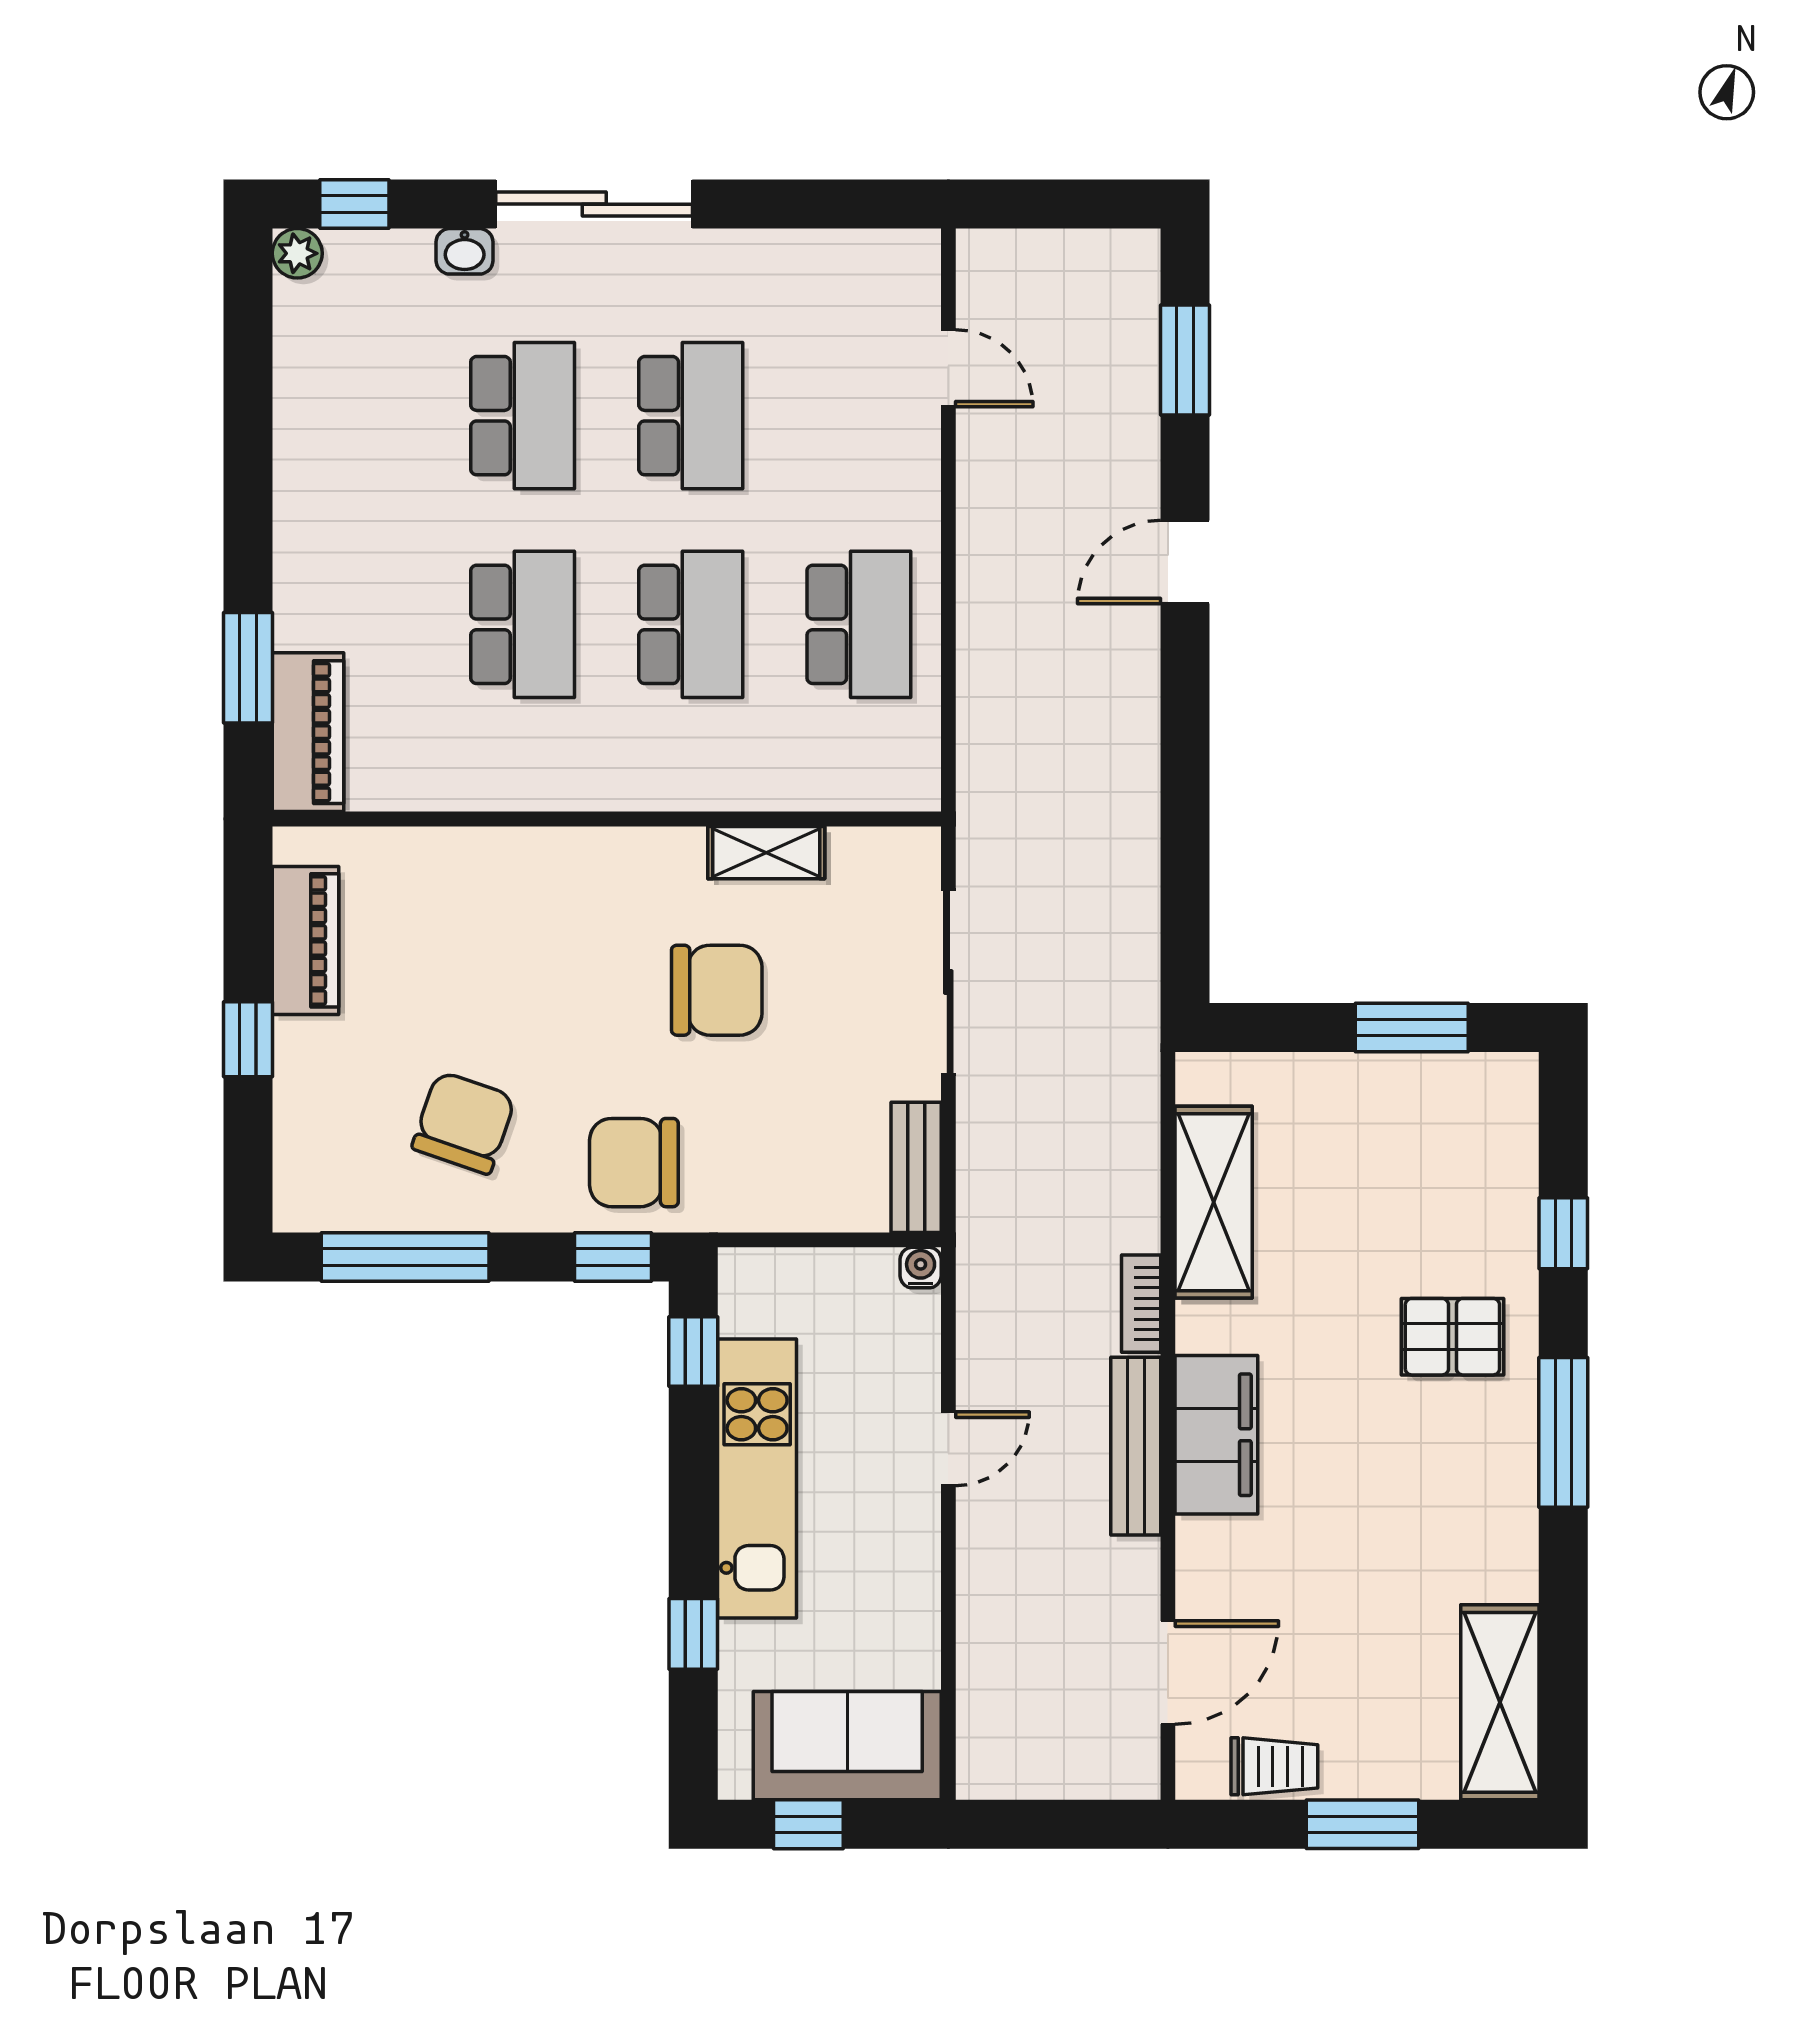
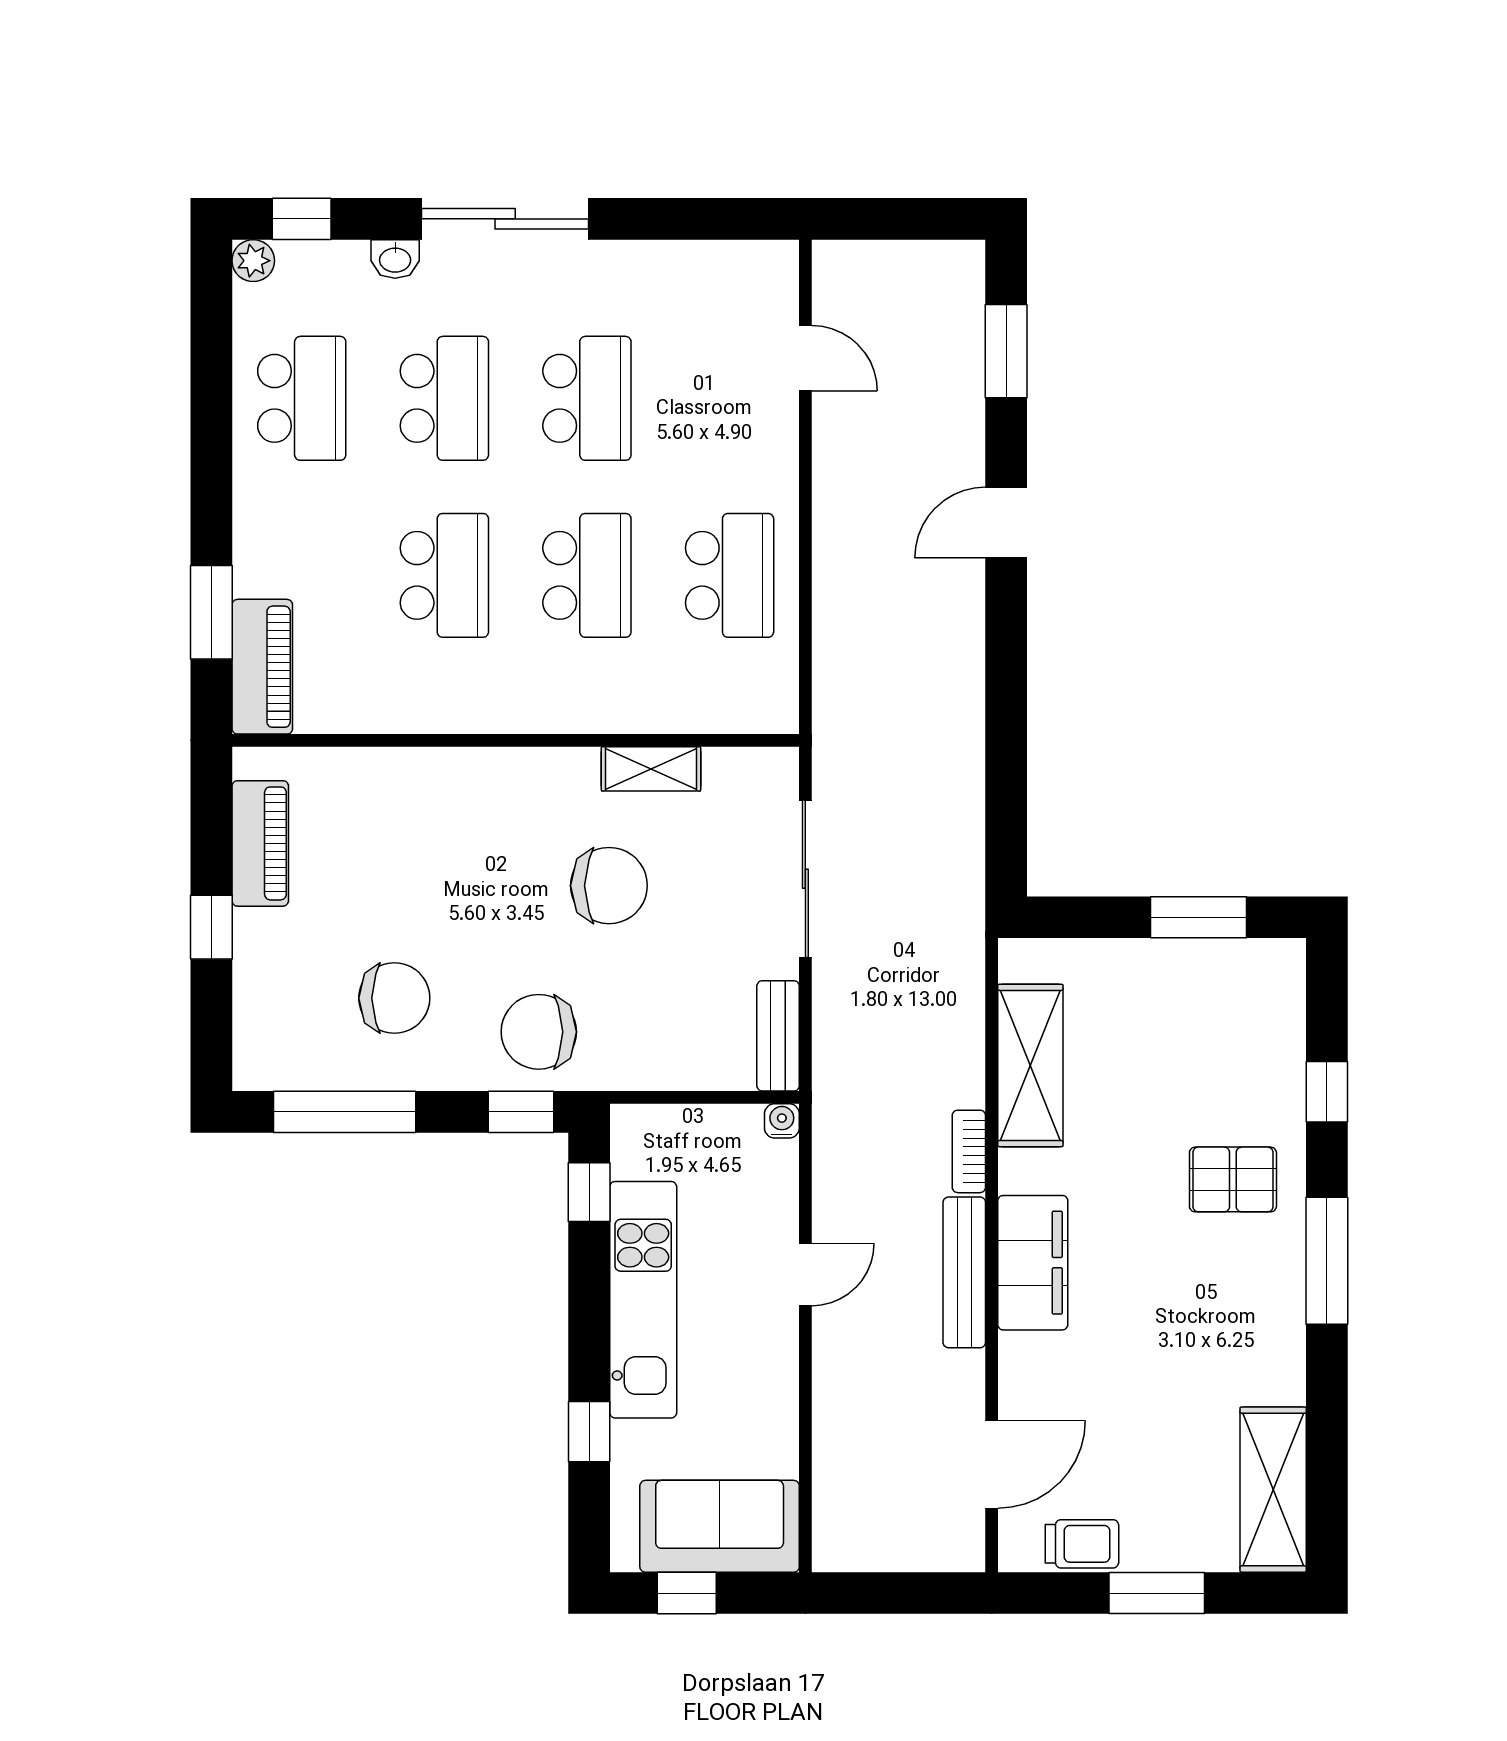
school desk: (355, 416) -> (302, 398), added
chair: (464, 1123) -> (394, 998), turned 71

